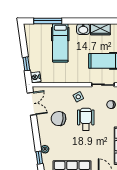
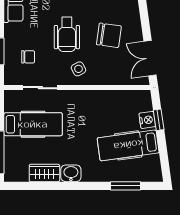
window: (48, 21) -> (125, 186), width x0.69
hospital bed: (60, 43) -> (128, 145), moved, turned -98
nightstand: (36, 77) -> (147, 120), moved

